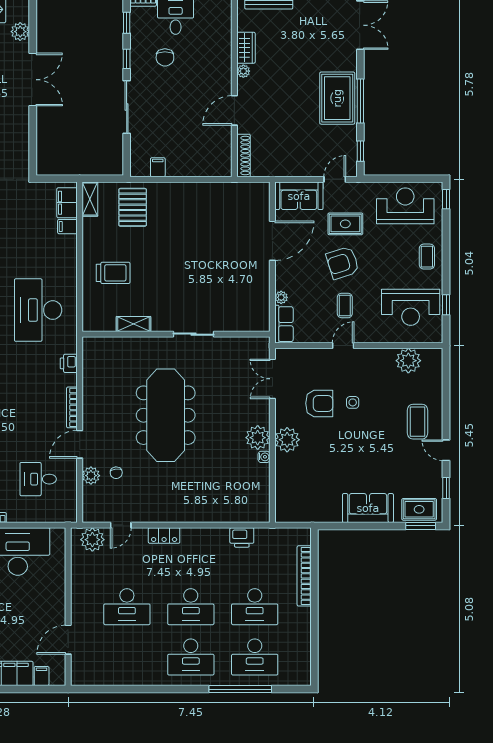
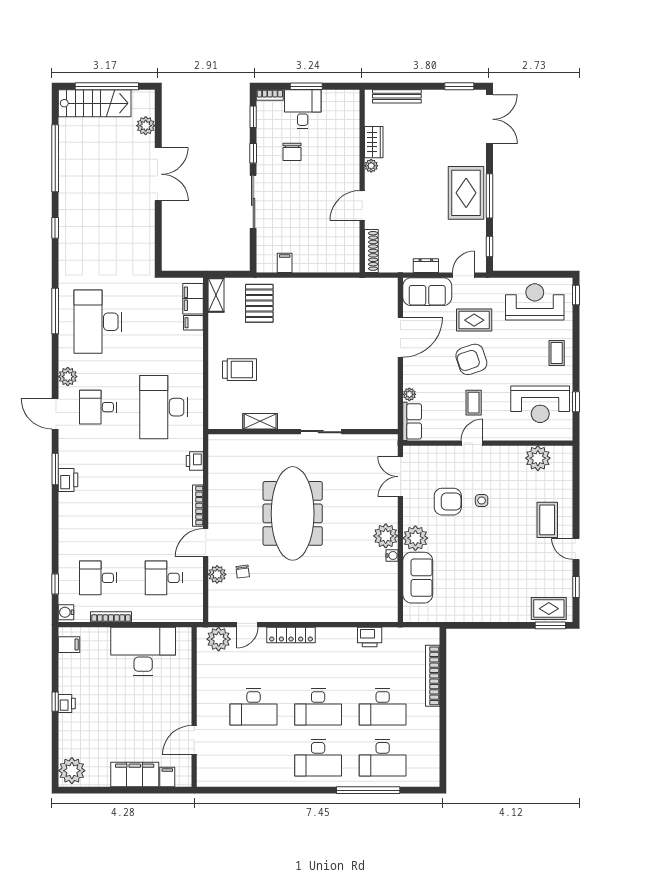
dresser: (297, 170) -> (426, 266), added
sofa: (368, 508) -> (418, 578), moved, turned 90
locker: (164, 536) -> (291, 635), width x1.53

